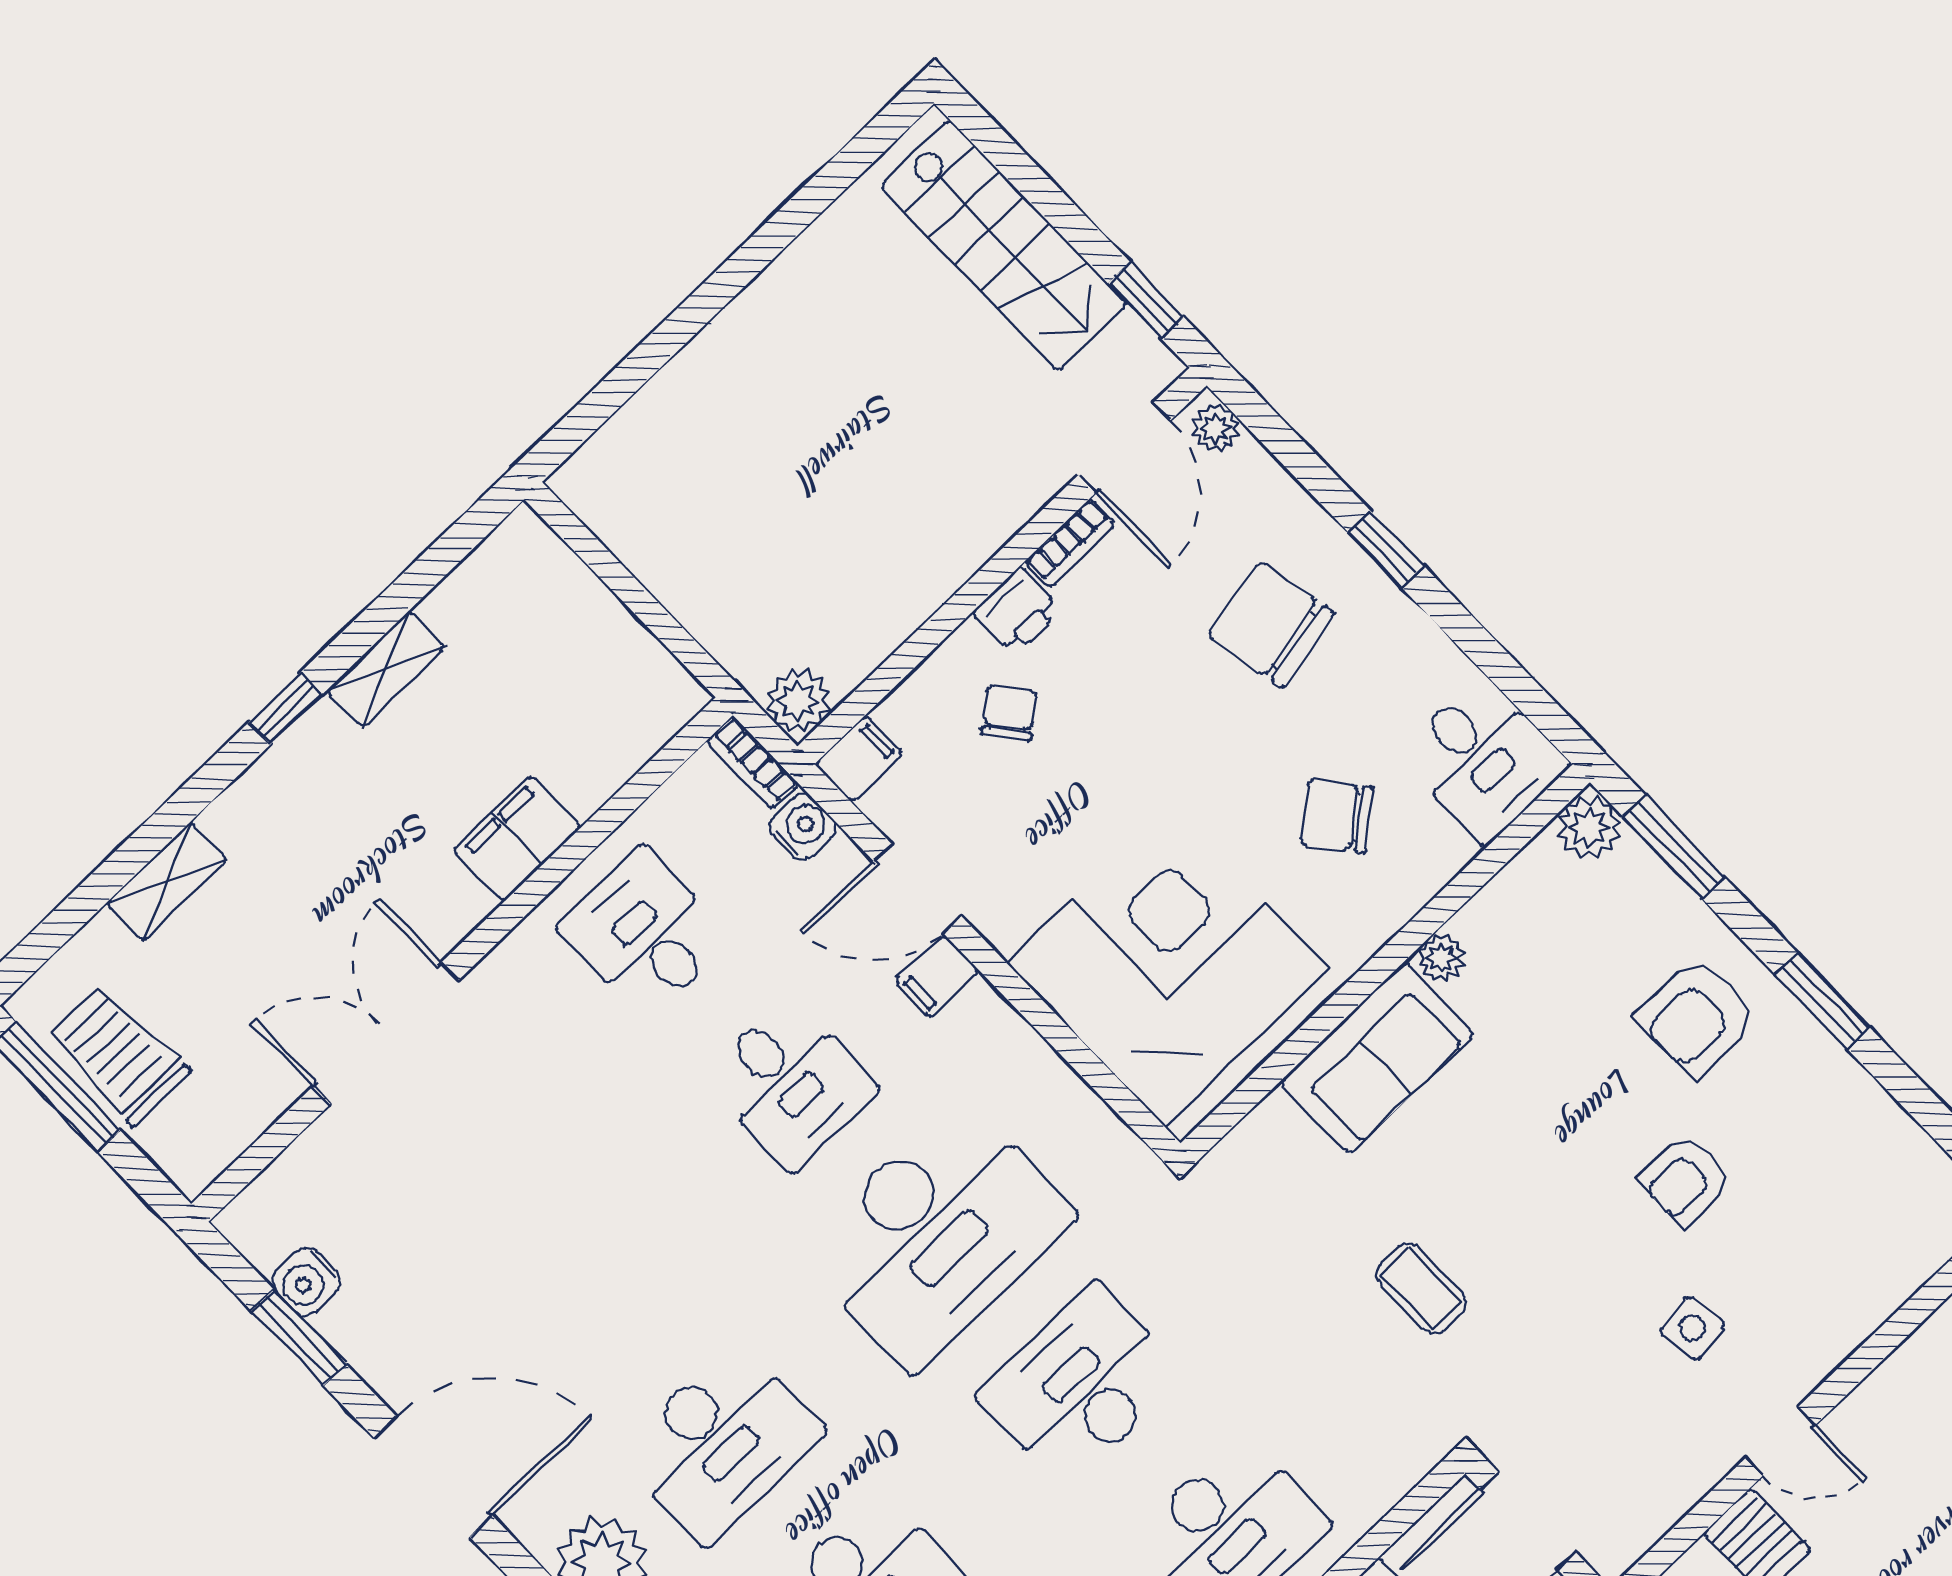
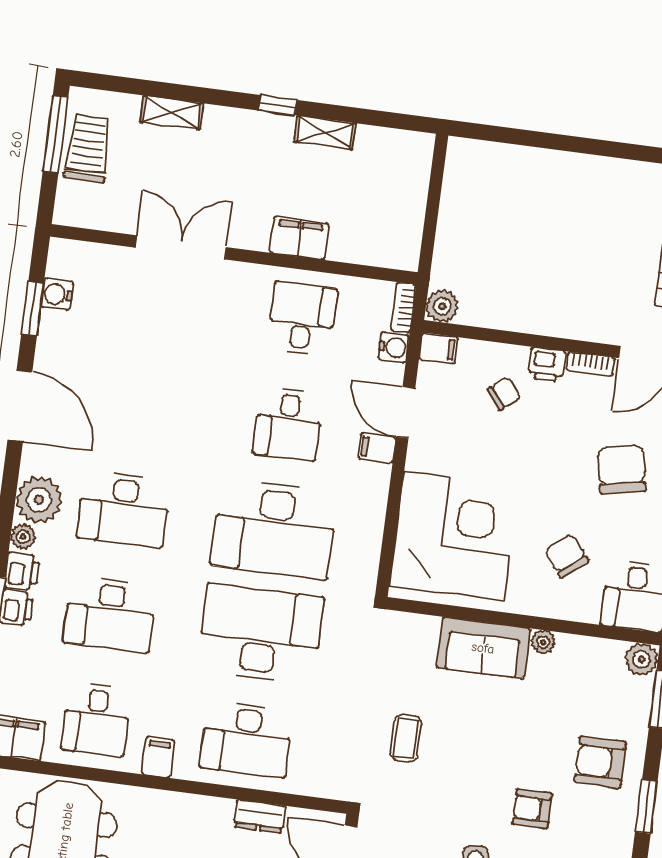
desk: (1081, 1385) -> (260, 634), width x1.36, depth x1.30

